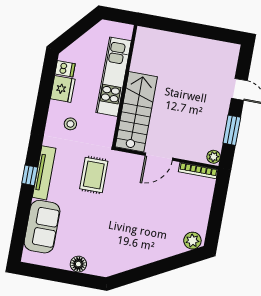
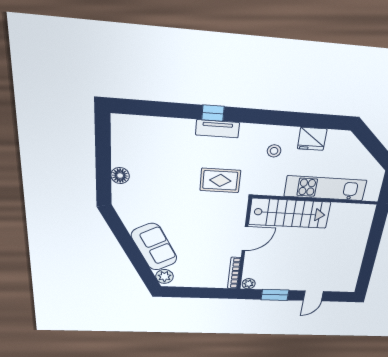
dishwasher: (65, 69) -> (334, 139), removed
door: (159, 157) -> (245, 239), swing flipped
tv unit: (44, 173) -> (217, 129), width x0.71
sofa: (42, 227) -> (154, 247), moved, turned -118

